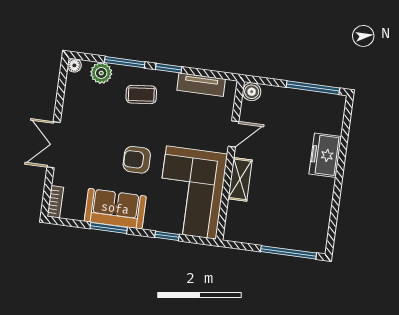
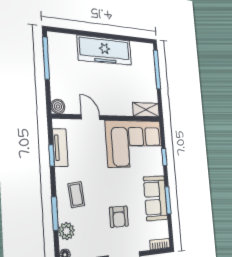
window: (169, 68) -> (52, 155), moved
freezer: (325, 155) -> (105, 50), width x1.91, depth x1.26
armchair: (137, 160) -> (119, 217), moved
shelving: (240, 179) -> (146, 110), moved

